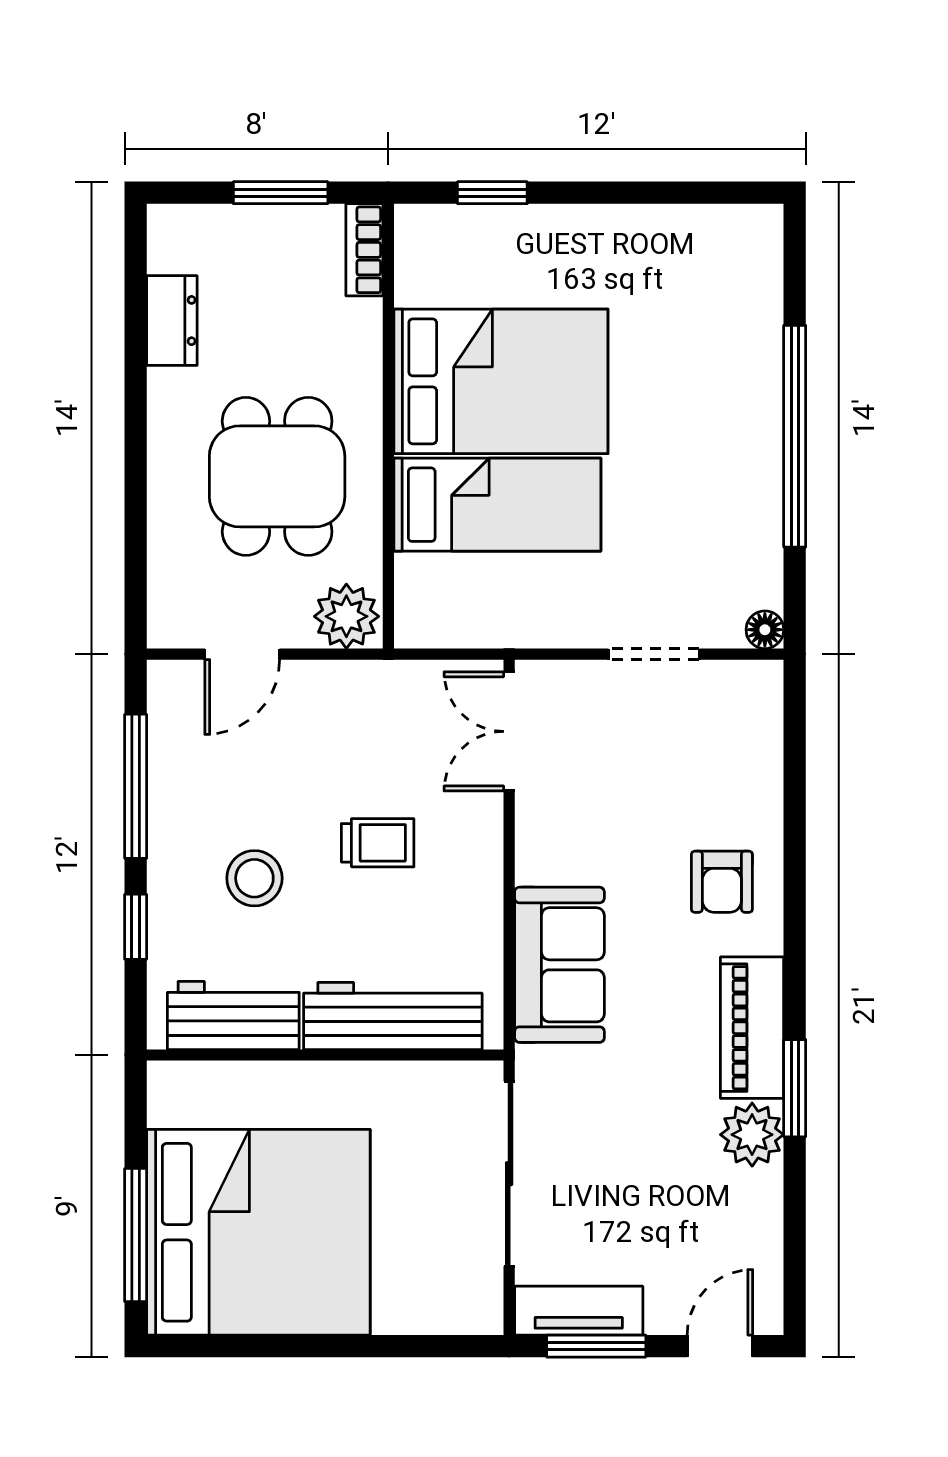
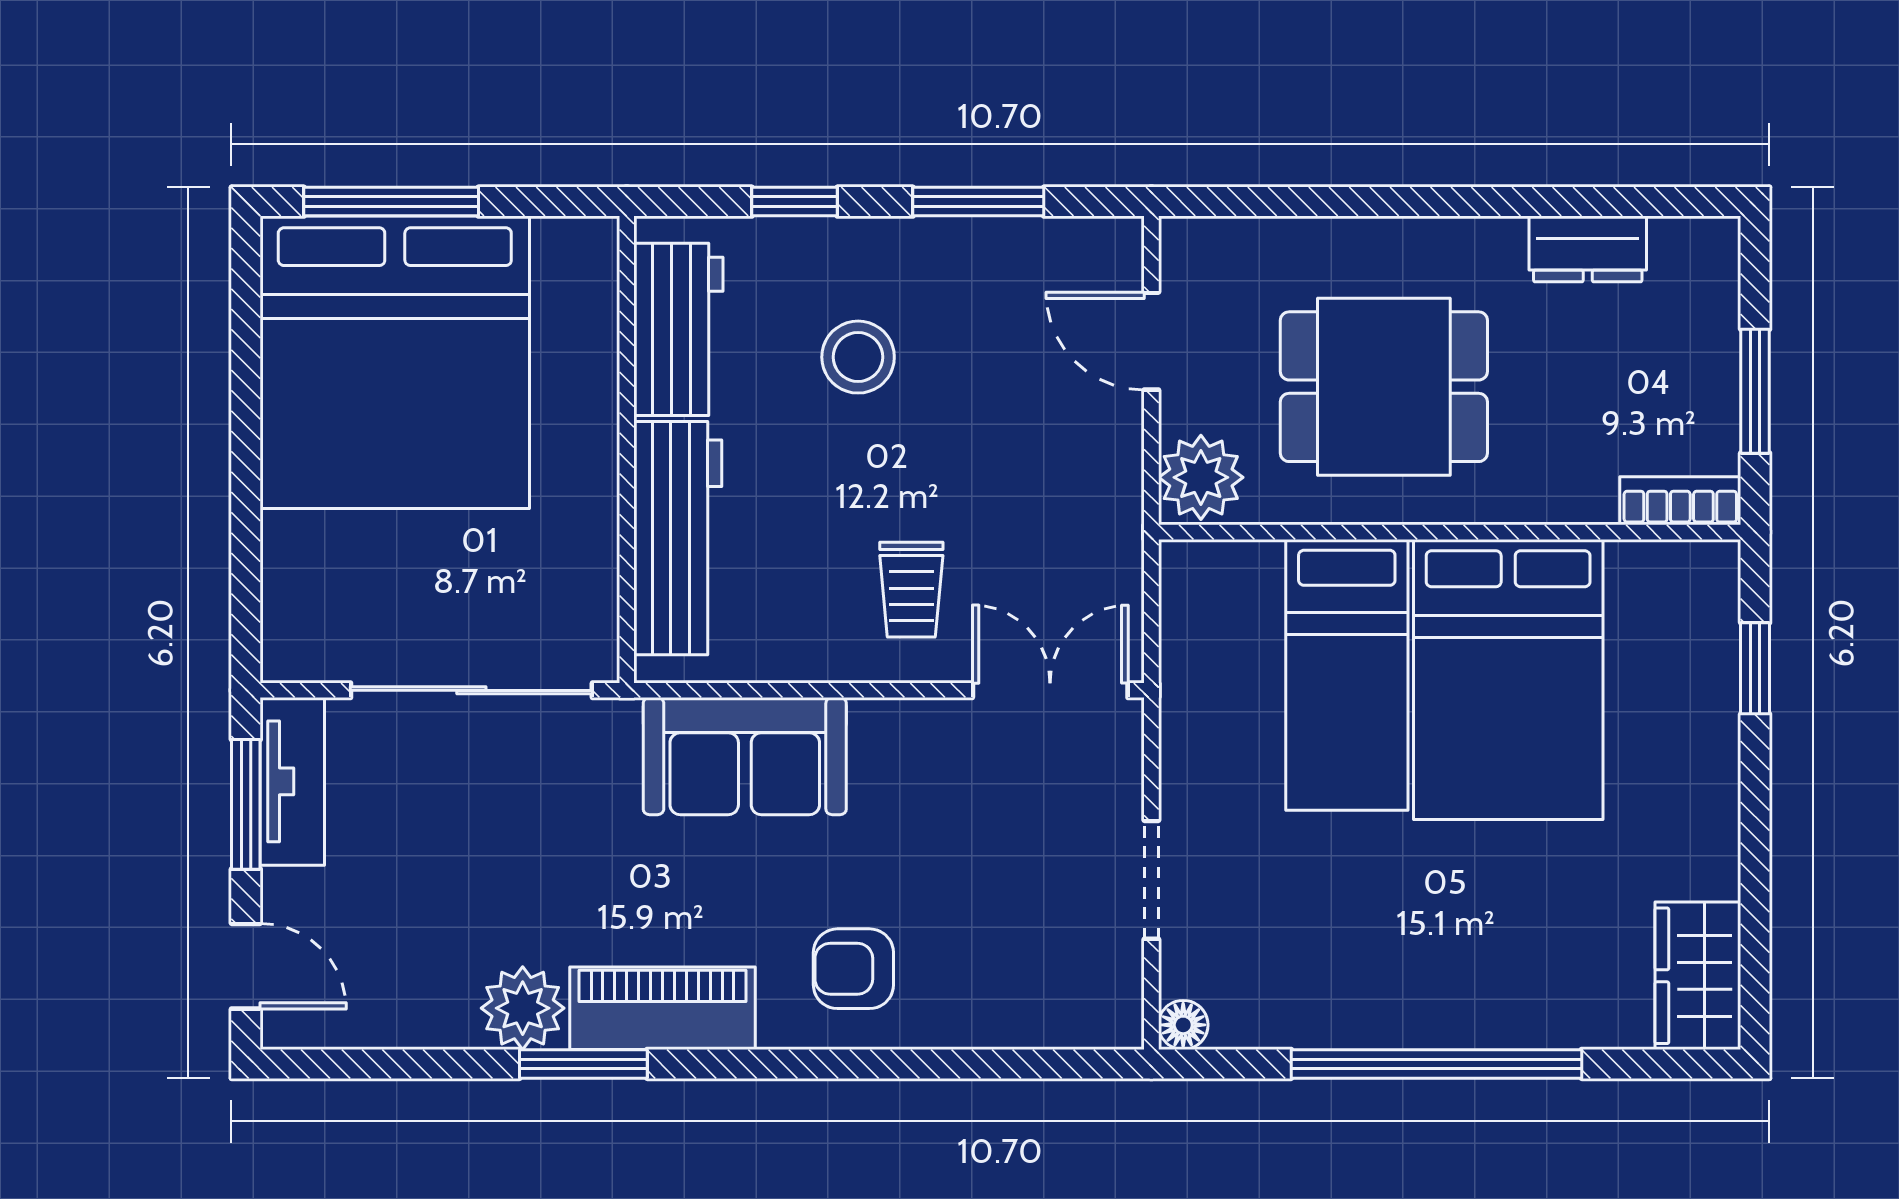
wardrobe: (727, 236) -> (1698, 976), added
window: (136, 786) -> (978, 202), width x0.69
trolley: (378, 843) -> (911, 590), moved

